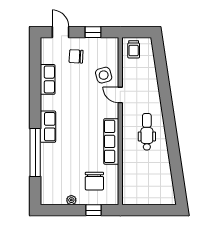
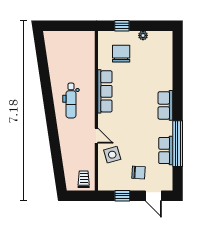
window: (35, 152) -> (178, 144), moved

